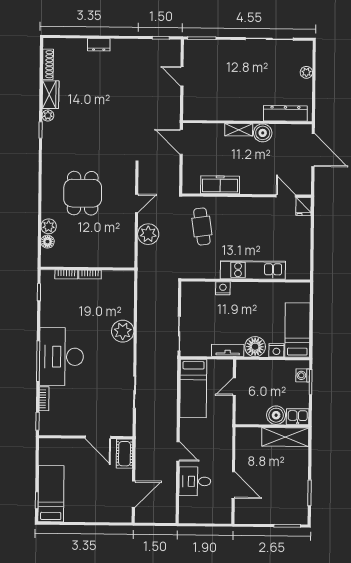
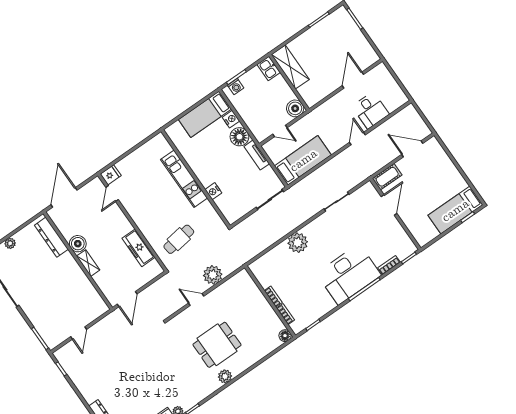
plant: (49, 226) -> (225, 376), moved
floor lamp: (47, 242) -> (285, 336), moved
boiler: (276, 415) -> (295, 108), moved

